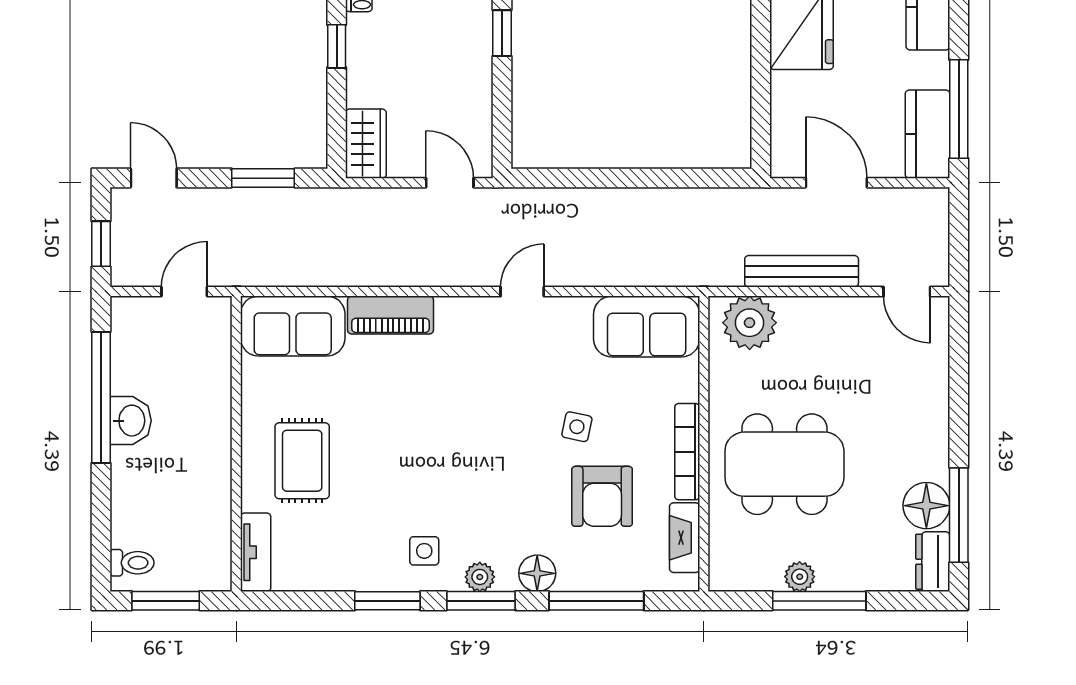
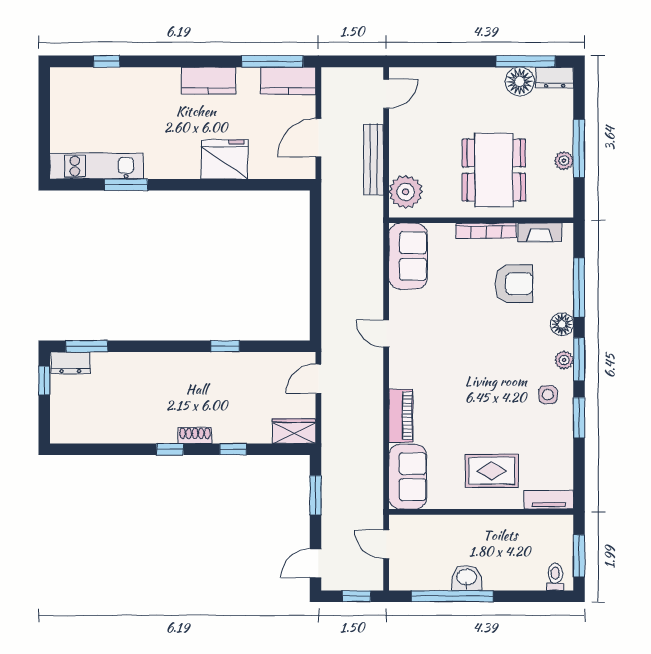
side table: (577, 427) -> (470, 299), removed

